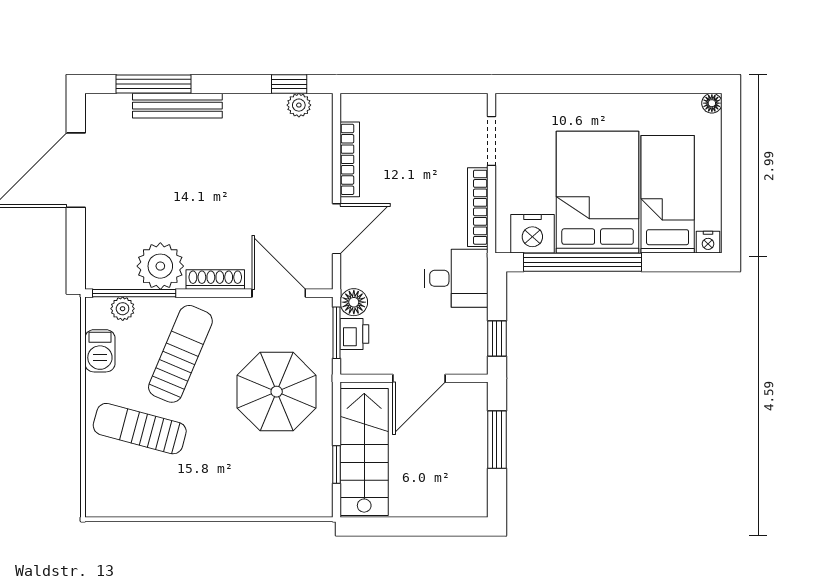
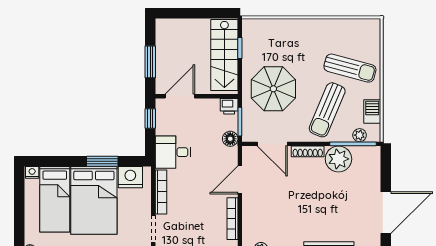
window: (583, 262) -> (102, 161), width x0.47
printer: (354, 334) -> (229, 106), moved, turned -90
door: (419, 378) -> (180, 96), moved

